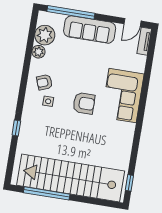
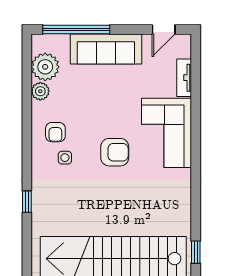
tv unit: (144, 41) -> (184, 78), moved
armchair: (44, 82) -> (55, 132), turned -69

